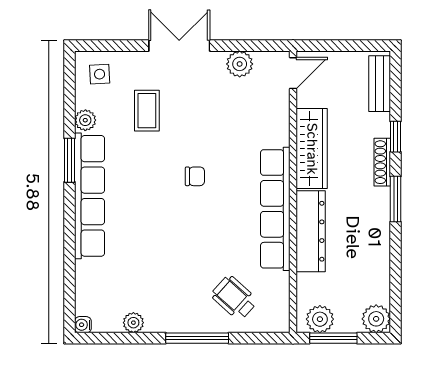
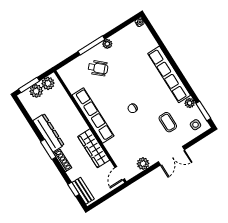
window: (395, 137) -> (74, 189), moved
window: (69, 160) -> (203, 111), moved
dresser: (311, 231) -> (49, 133), moved, turned 180
wheelchair: (234, 298) -> (98, 68), moved
plant: (376, 319) -> (36, 91), moved
plant: (133, 323) -> (107, 44), moved
window: (333, 338) -> (29, 85), moved

